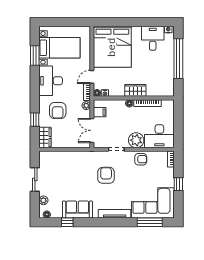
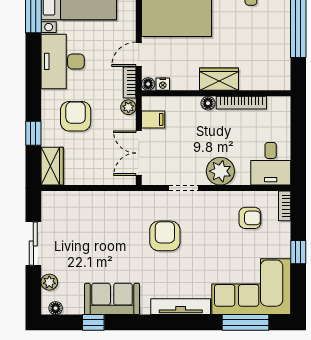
armchair: (58, 110) -> (76, 116), turned 180
desk: (159, 136) -> (271, 164), width x0.73
armchair: (141, 159) -> (250, 218), moved

